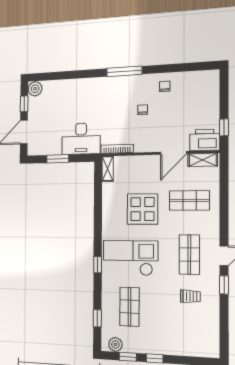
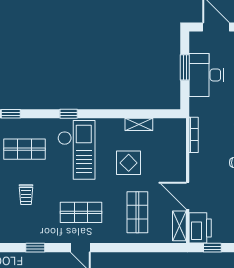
desk: (81, 139) -> (206, 75), moved
shelving: (108, 169) -> (139, 124), moved
display table: (142, 209) -> (129, 163), width x0.73, depth x0.73
window: (224, 285) -> (35, 248), moved
trolley: (190, 296) -> (26, 195), moved

